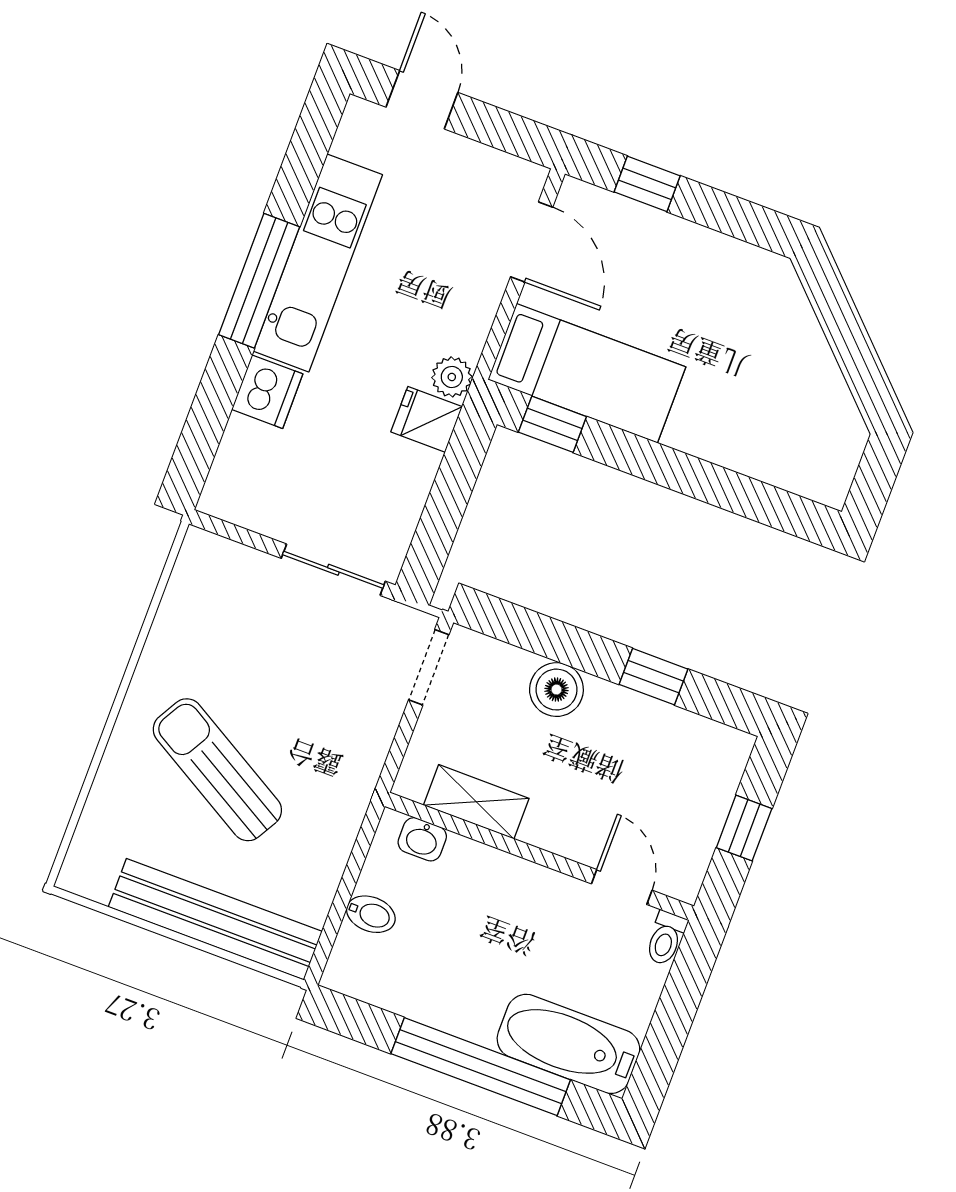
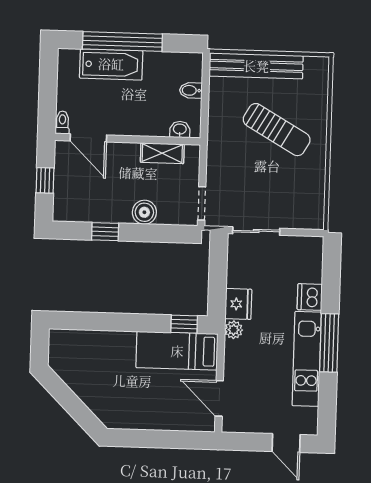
window: (647, 184) -> (179, 440), removed
fridge: (427, 419) -> (238, 304), width x1.38
door: (622, 887) -> (88, 138), width x1.38
bathtub: (568, 1044) -> (111, 64), moved

